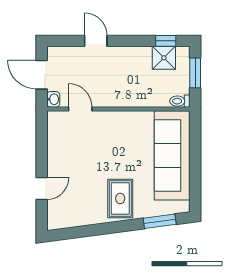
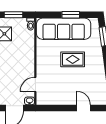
window: (195, 167) -> (71, 15), added
rug: (120, 198) -> (73, 59), moved

